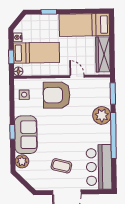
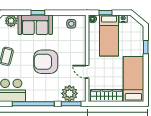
door: (77, 76) -> (87, 72), swing flipped
armchair: (57, 95) -> (46, 62), moved, turned -90
plant: (102, 115) -> (69, 93), moved

